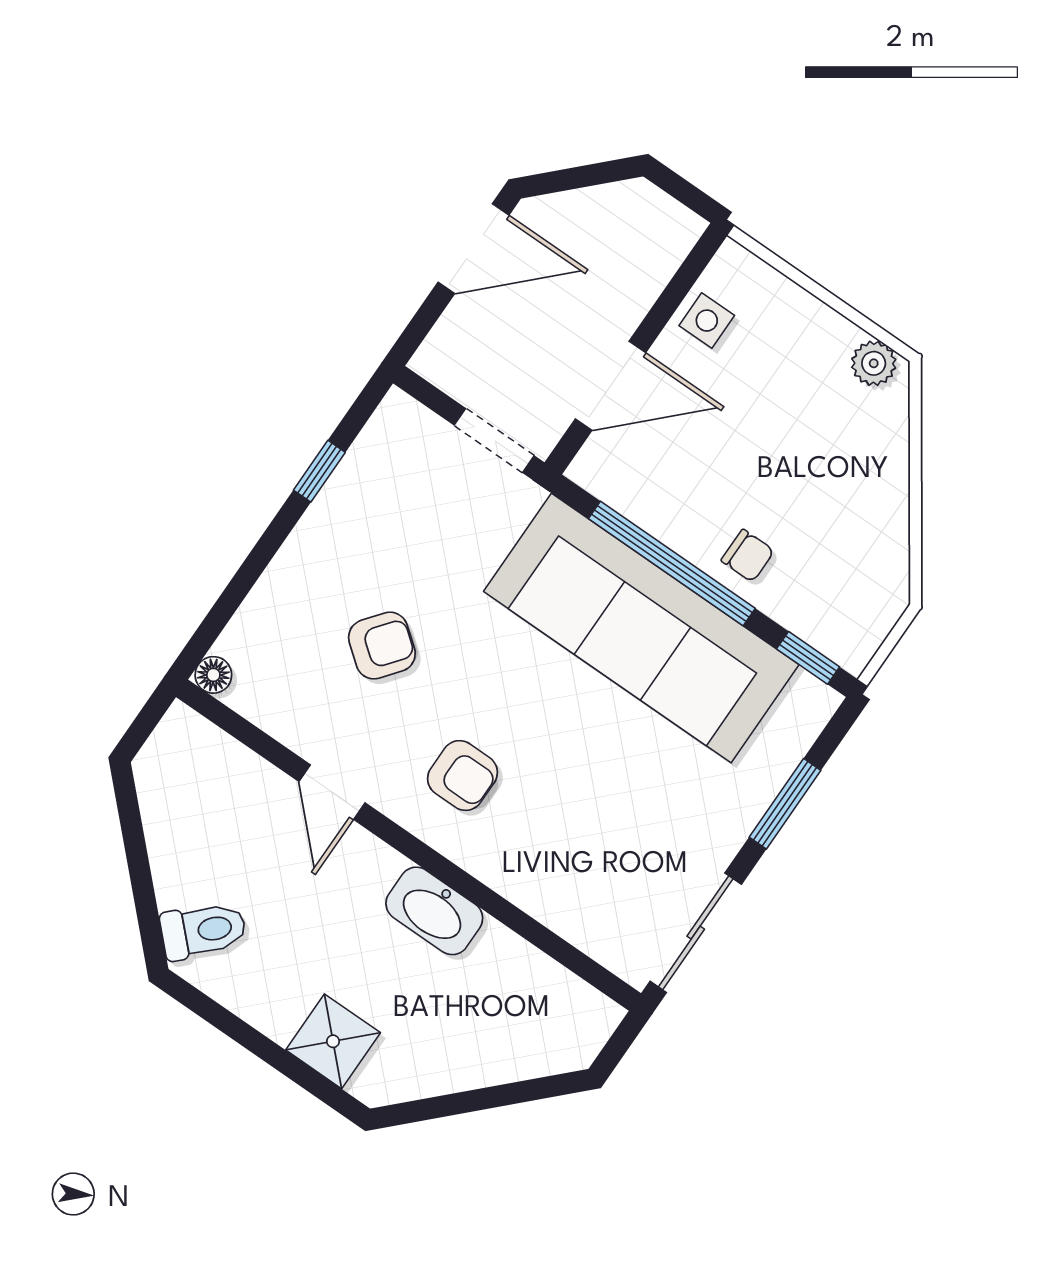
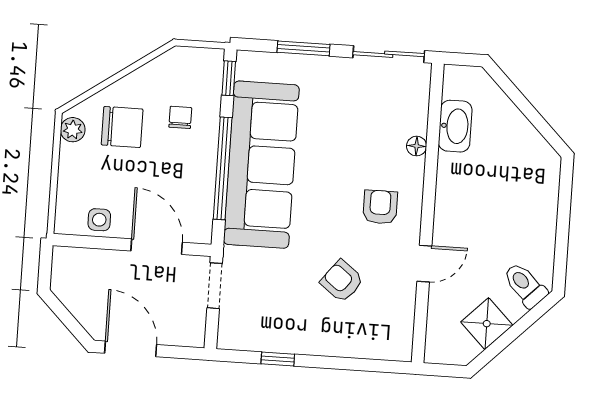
chair: (832, 444) -> (122, 127), added
chair: (748, 556) -> (180, 117), moved
floor lamp: (213, 675) -> (417, 146), moved
washbasin: (434, 911) -> (455, 126), moved
shower: (333, 1041) -> (487, 324), moved, turned 45

